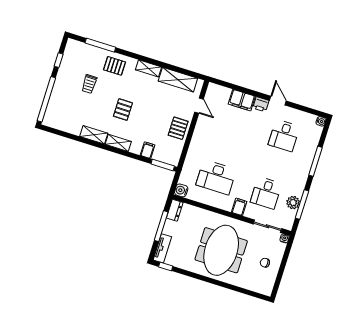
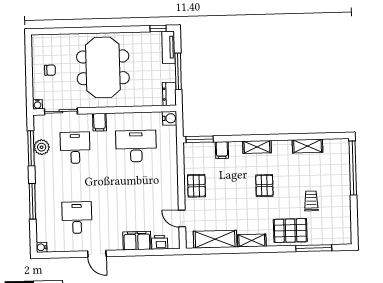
window: (59, 60) -> (354, 216), removed
pallet: (114, 66) -> (290, 231), width x1.50, depth x1.42
printer: (261, 104) -> (160, 242), moved
shelving: (94, 135) -> (308, 146), moved

